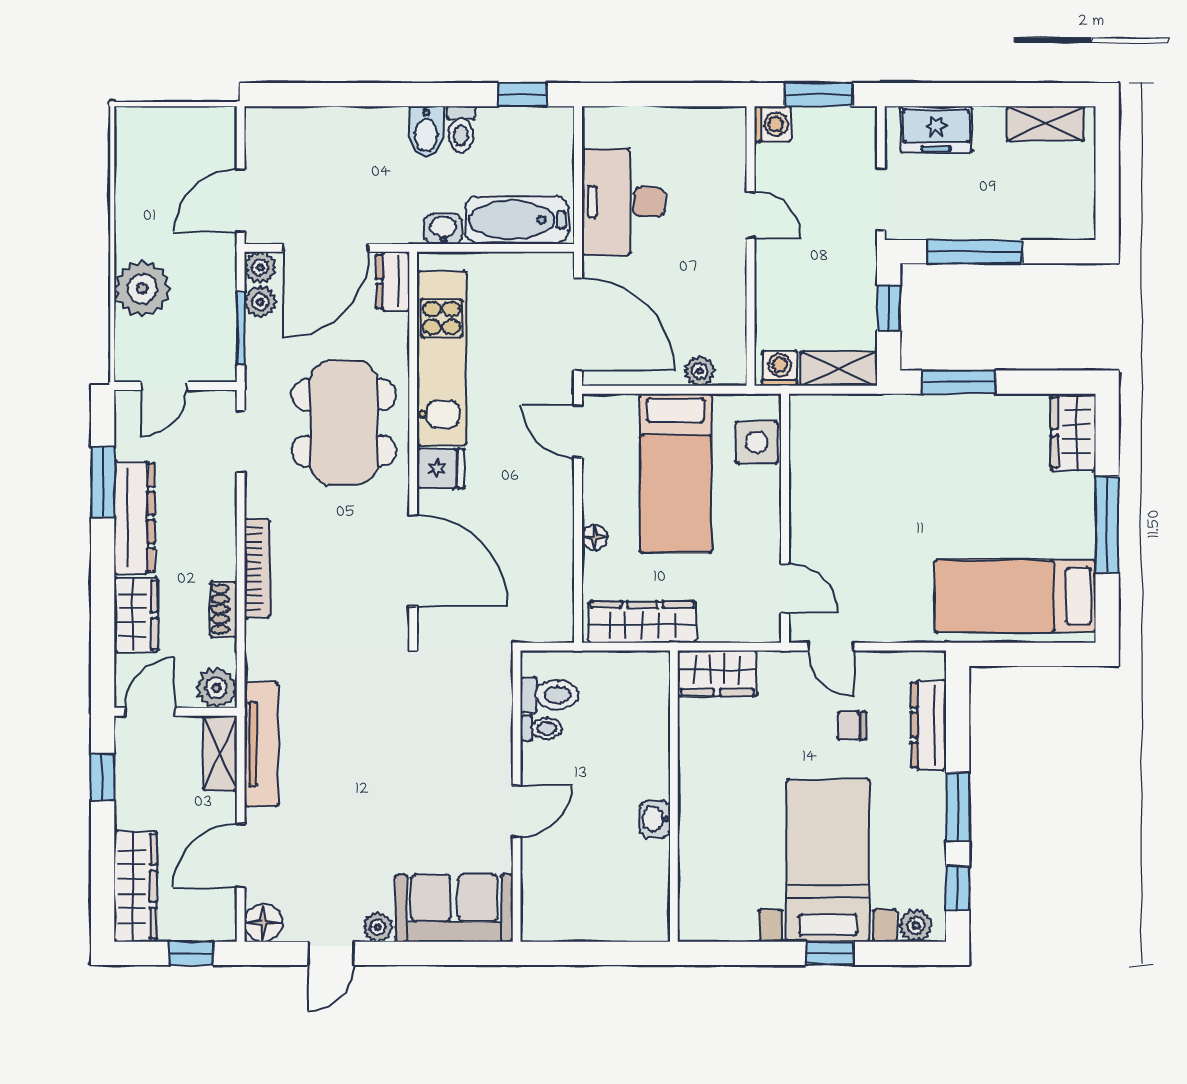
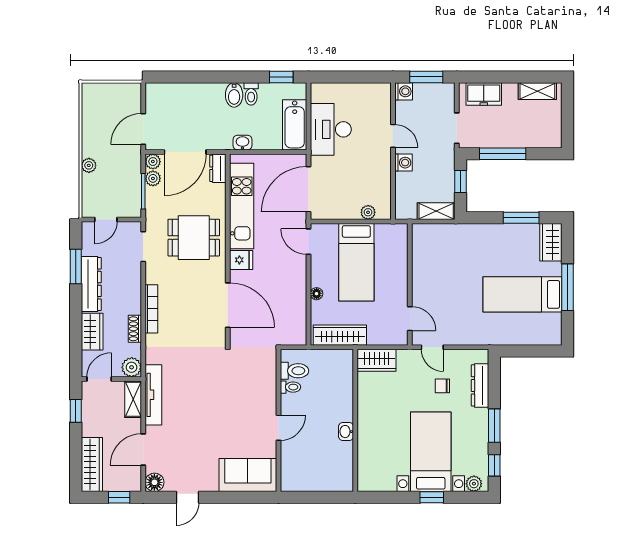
bathtub: (517, 220) -> (295, 125), moved, turned -90
plant: (142, 289) -> (89, 165), width x0.53, depth x0.53
door: (578, 324) -> (308, 189), swing flipped
washing machine: (780, 368) -> (403, 163), moved, turned 90
window: (959, 382) -> (521, 218), moved
dining table: (344, 423) -> (194, 238), width x0.73
side table: (757, 442) -> (396, 247), removed
bed: (1015, 596) -> (522, 294), moved
plant: (378, 927) -> (211, 484), removed

